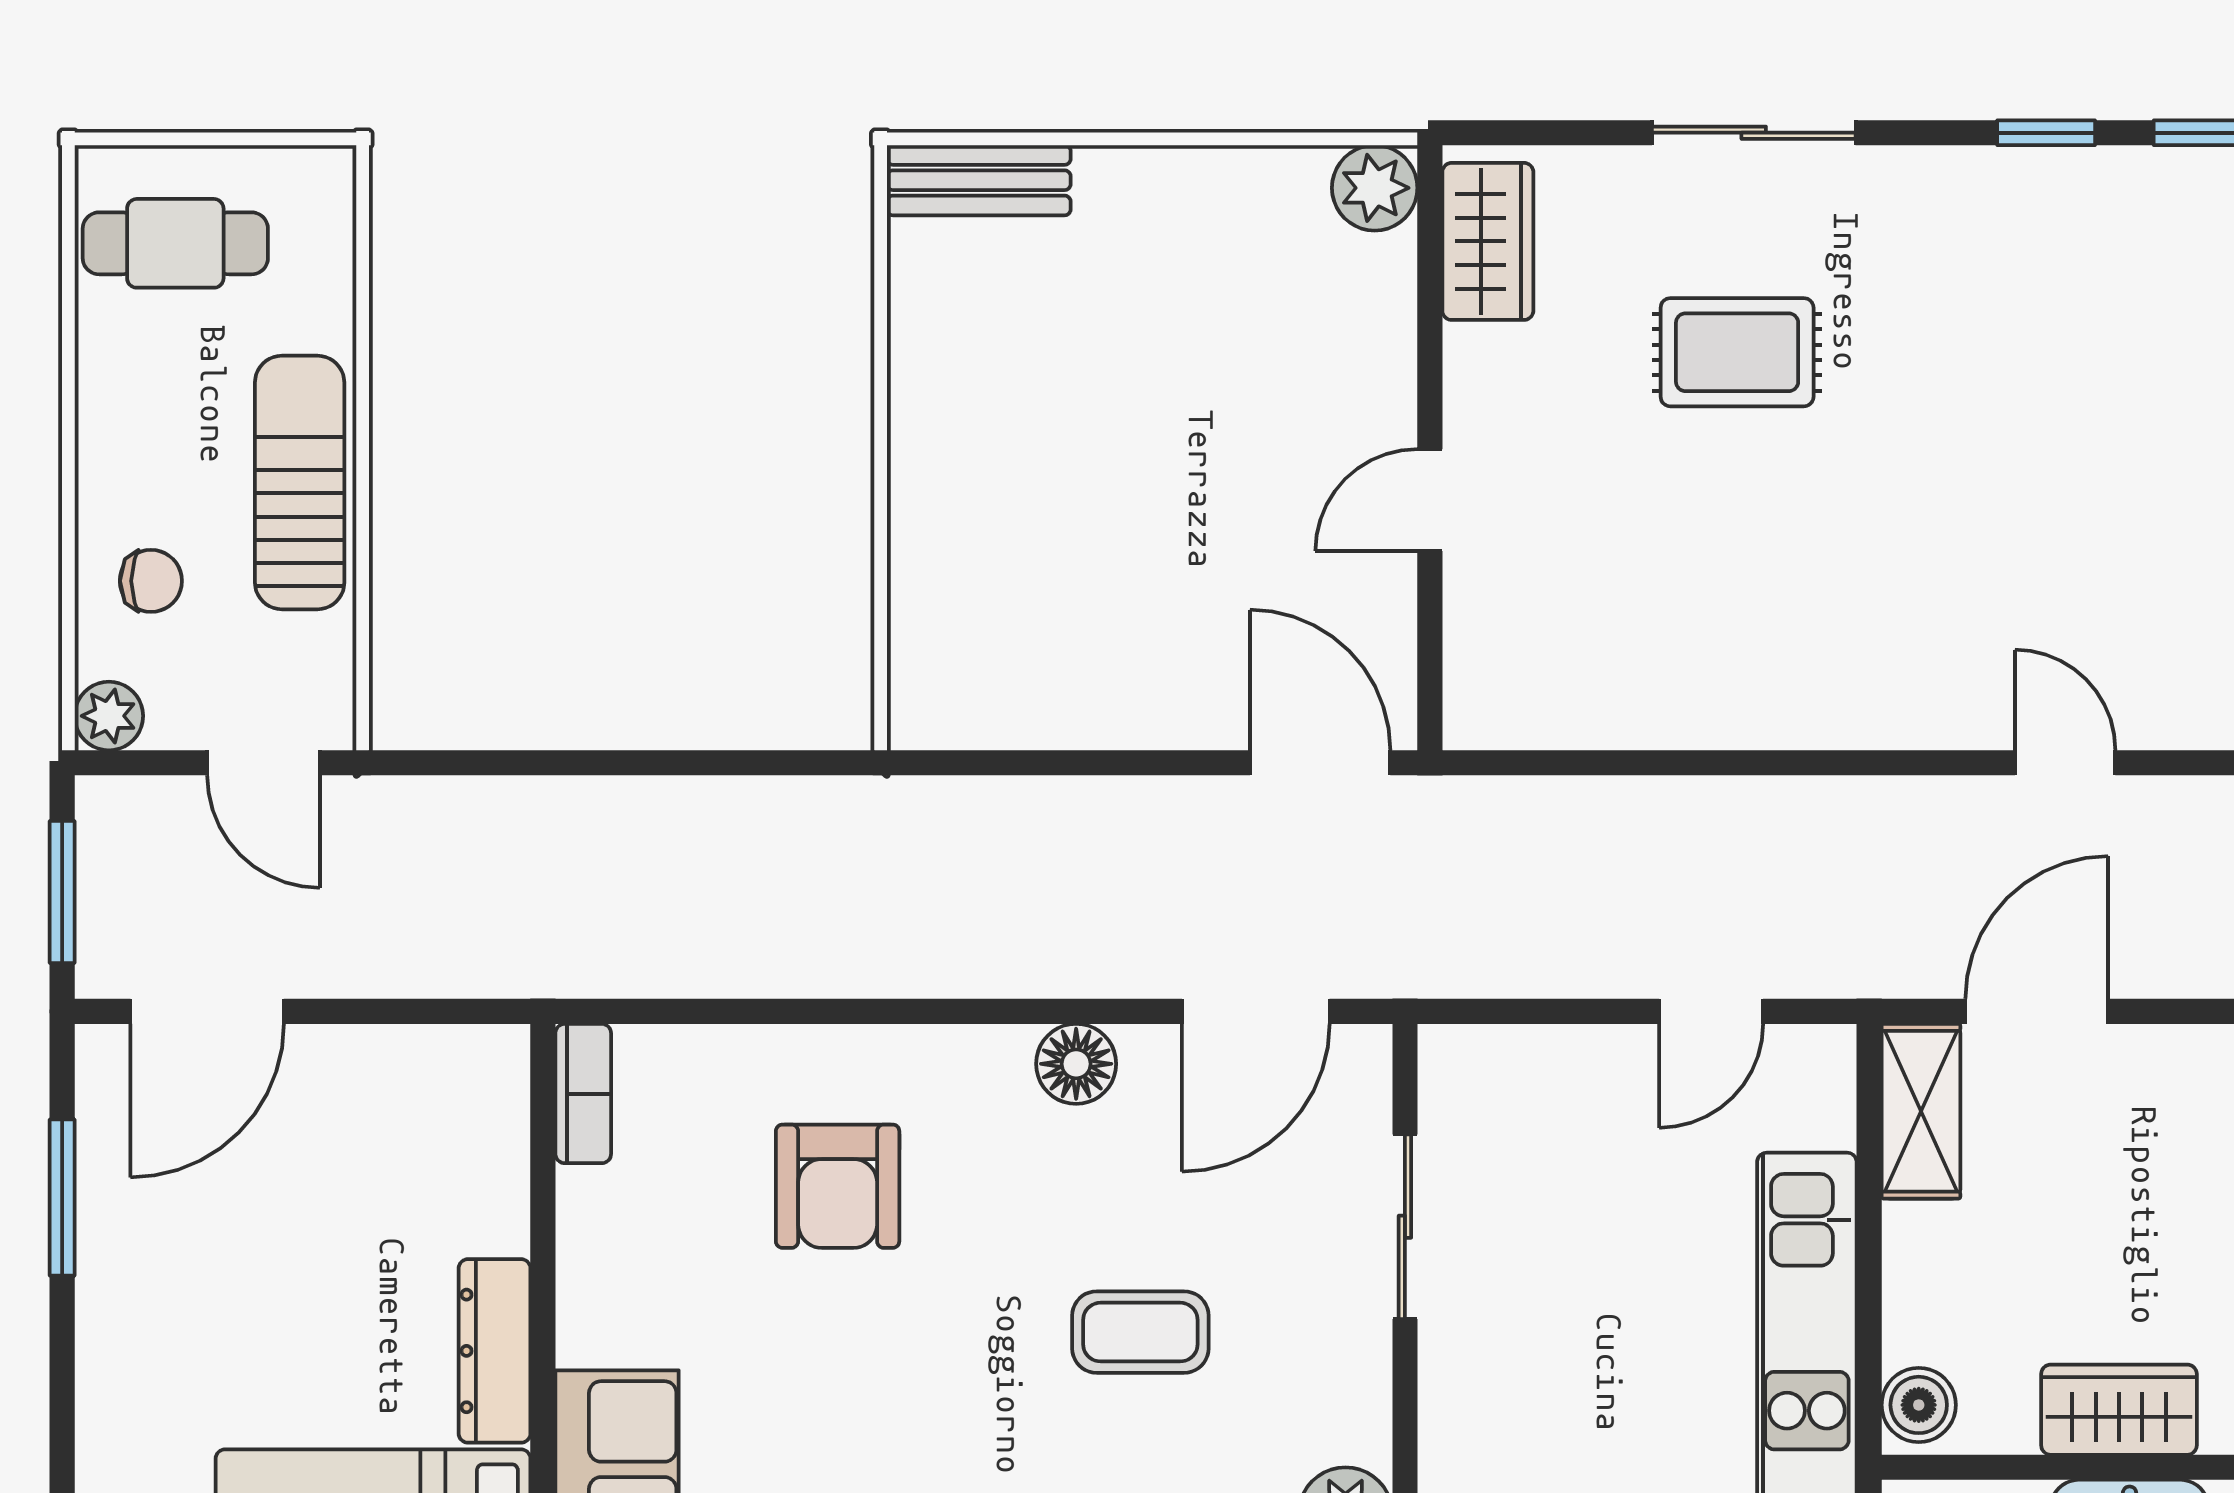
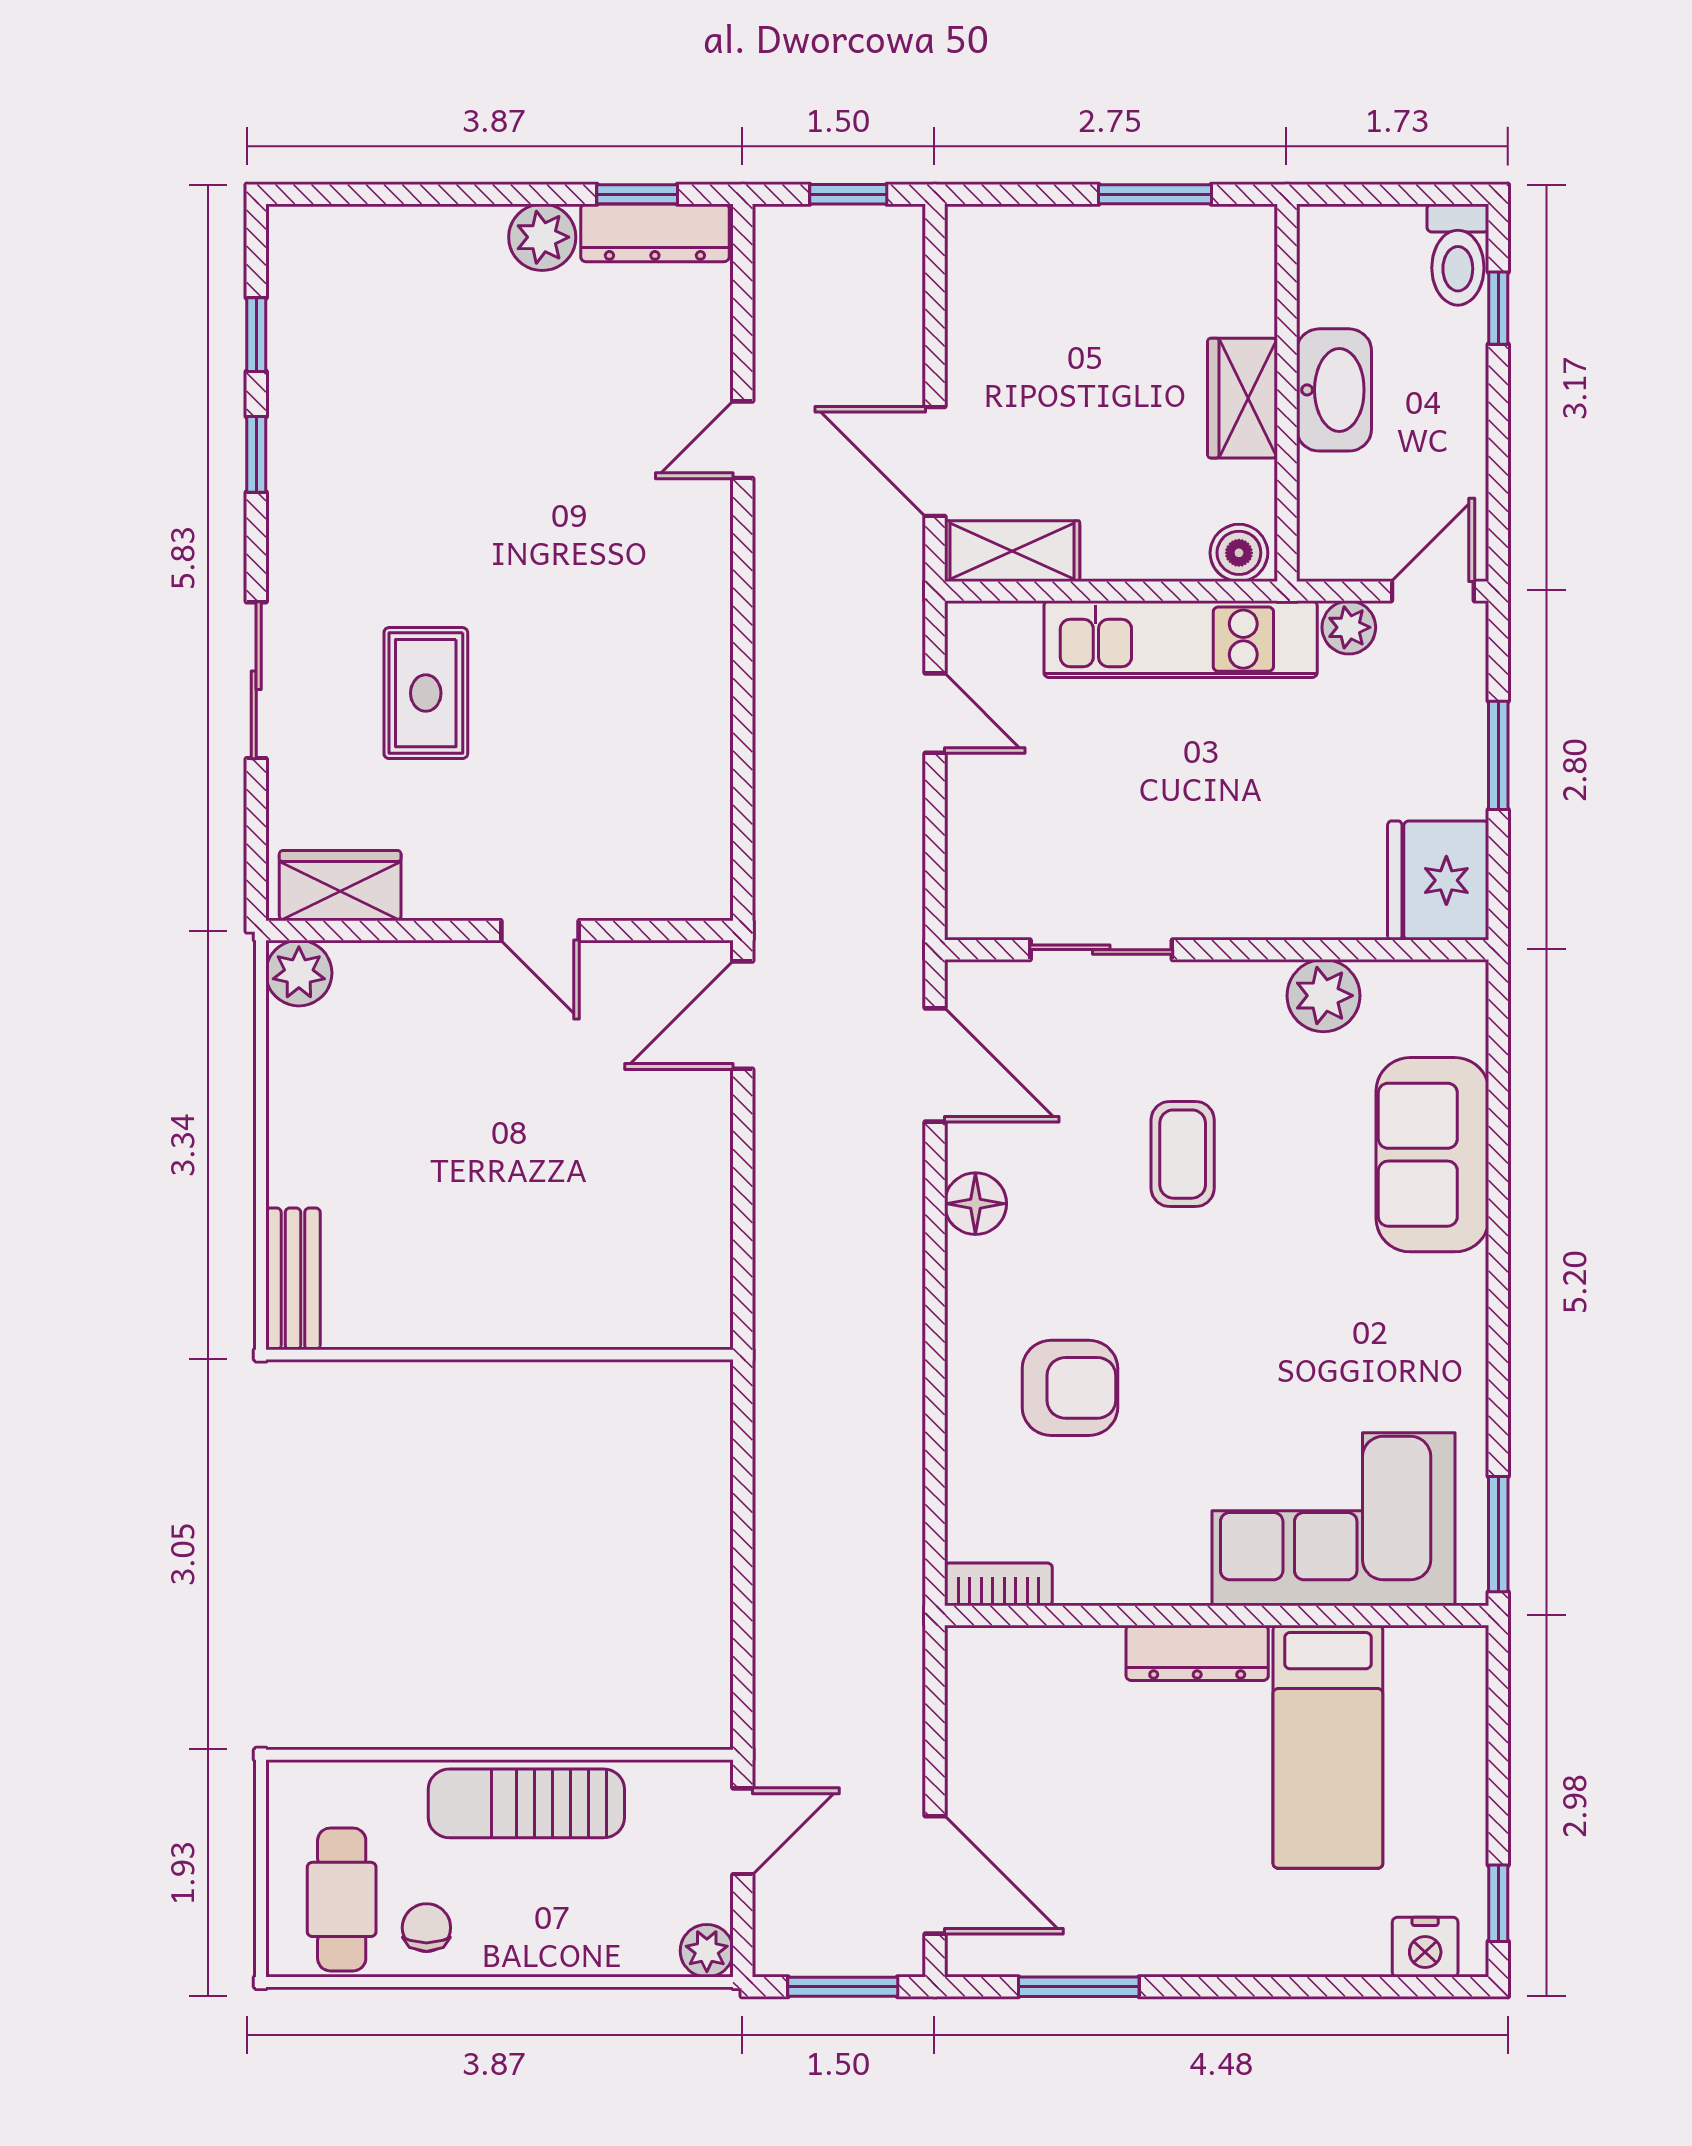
chair: (151, 581) -> (426, 1928), moved

